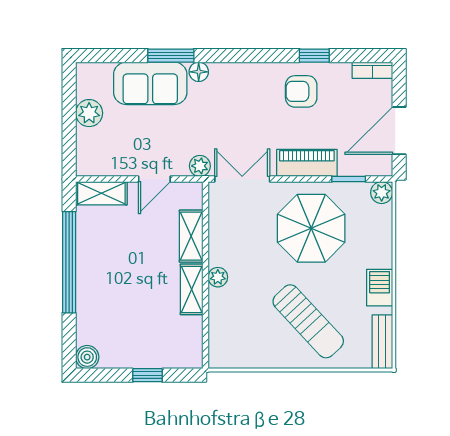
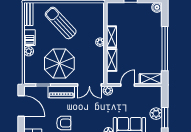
window: (69, 104) -> (165, 118), added
door: (399, 131) -> (21, 106), hinge flipped
plant: (382, 193) -> (29, 51), moved

